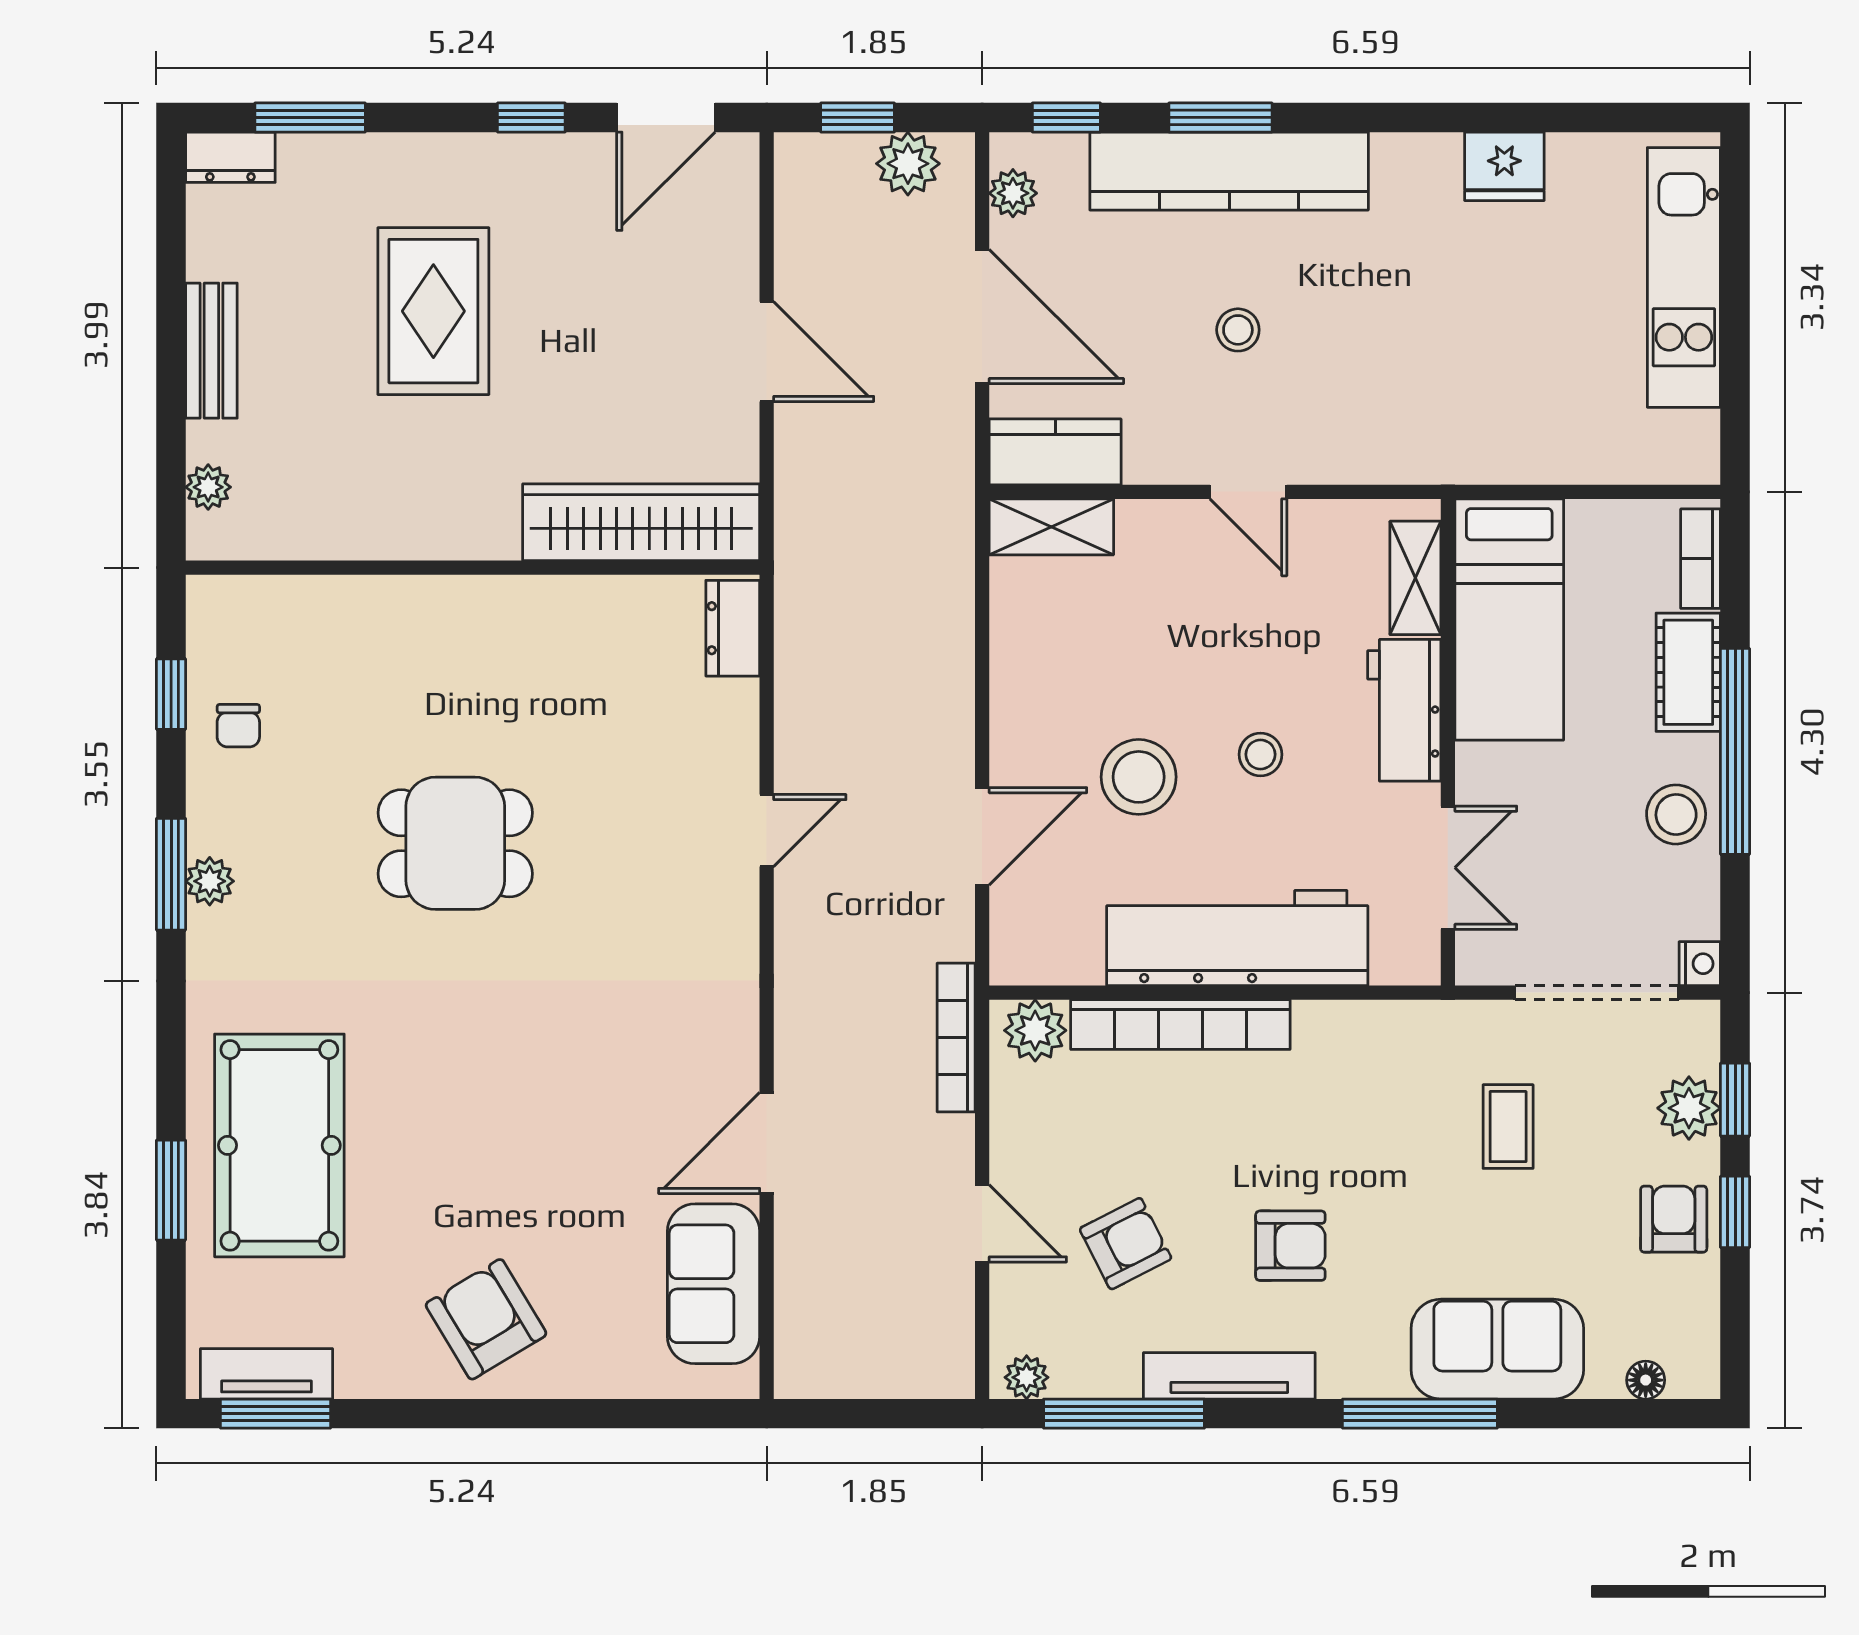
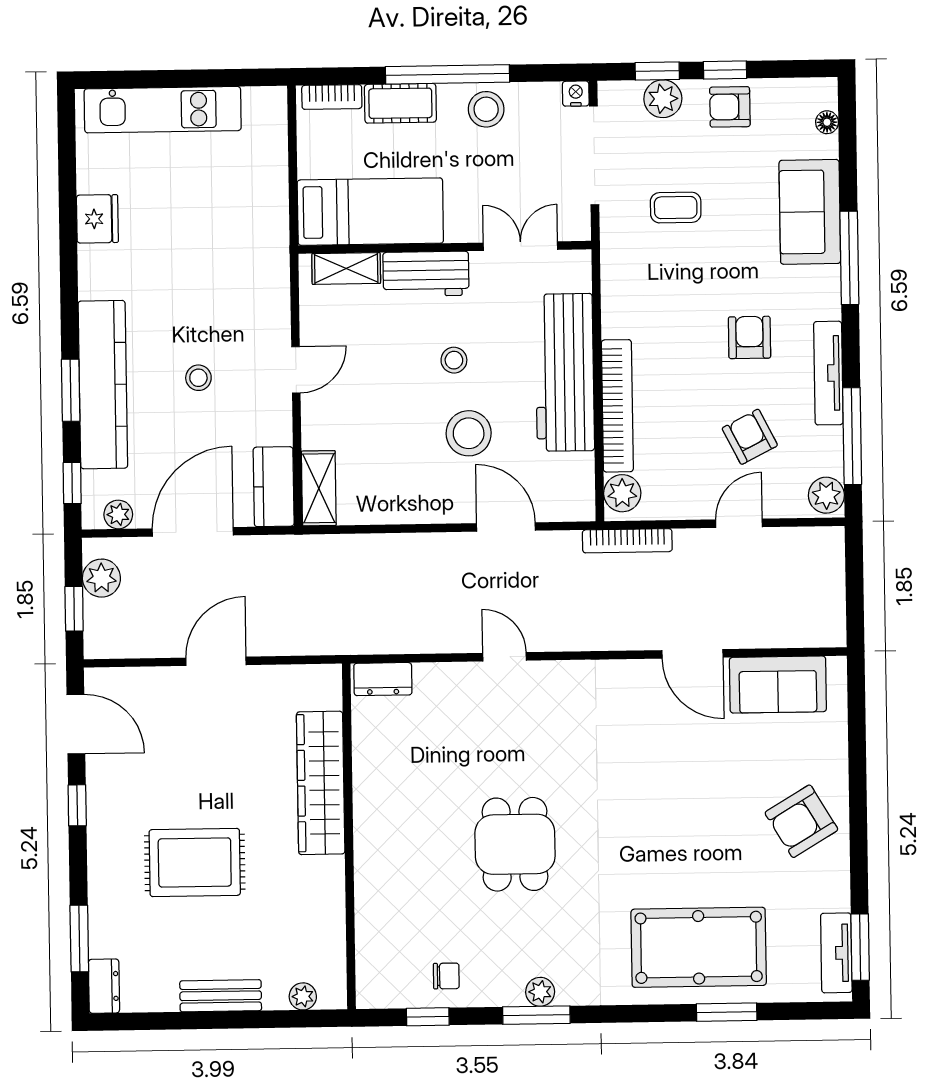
wardrobe: (641, 522) -> (321, 783), moved
plant: (1027, 1377) -> (826, 495), width x1.38, depth x1.38

